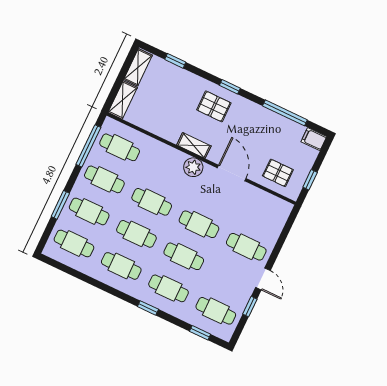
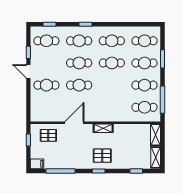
plant: (193, 167) -> (98, 116), removed
door: (232, 173) -> (74, 123), swing flipped
cafe table: (152, 202) -> (112, 85), removed

